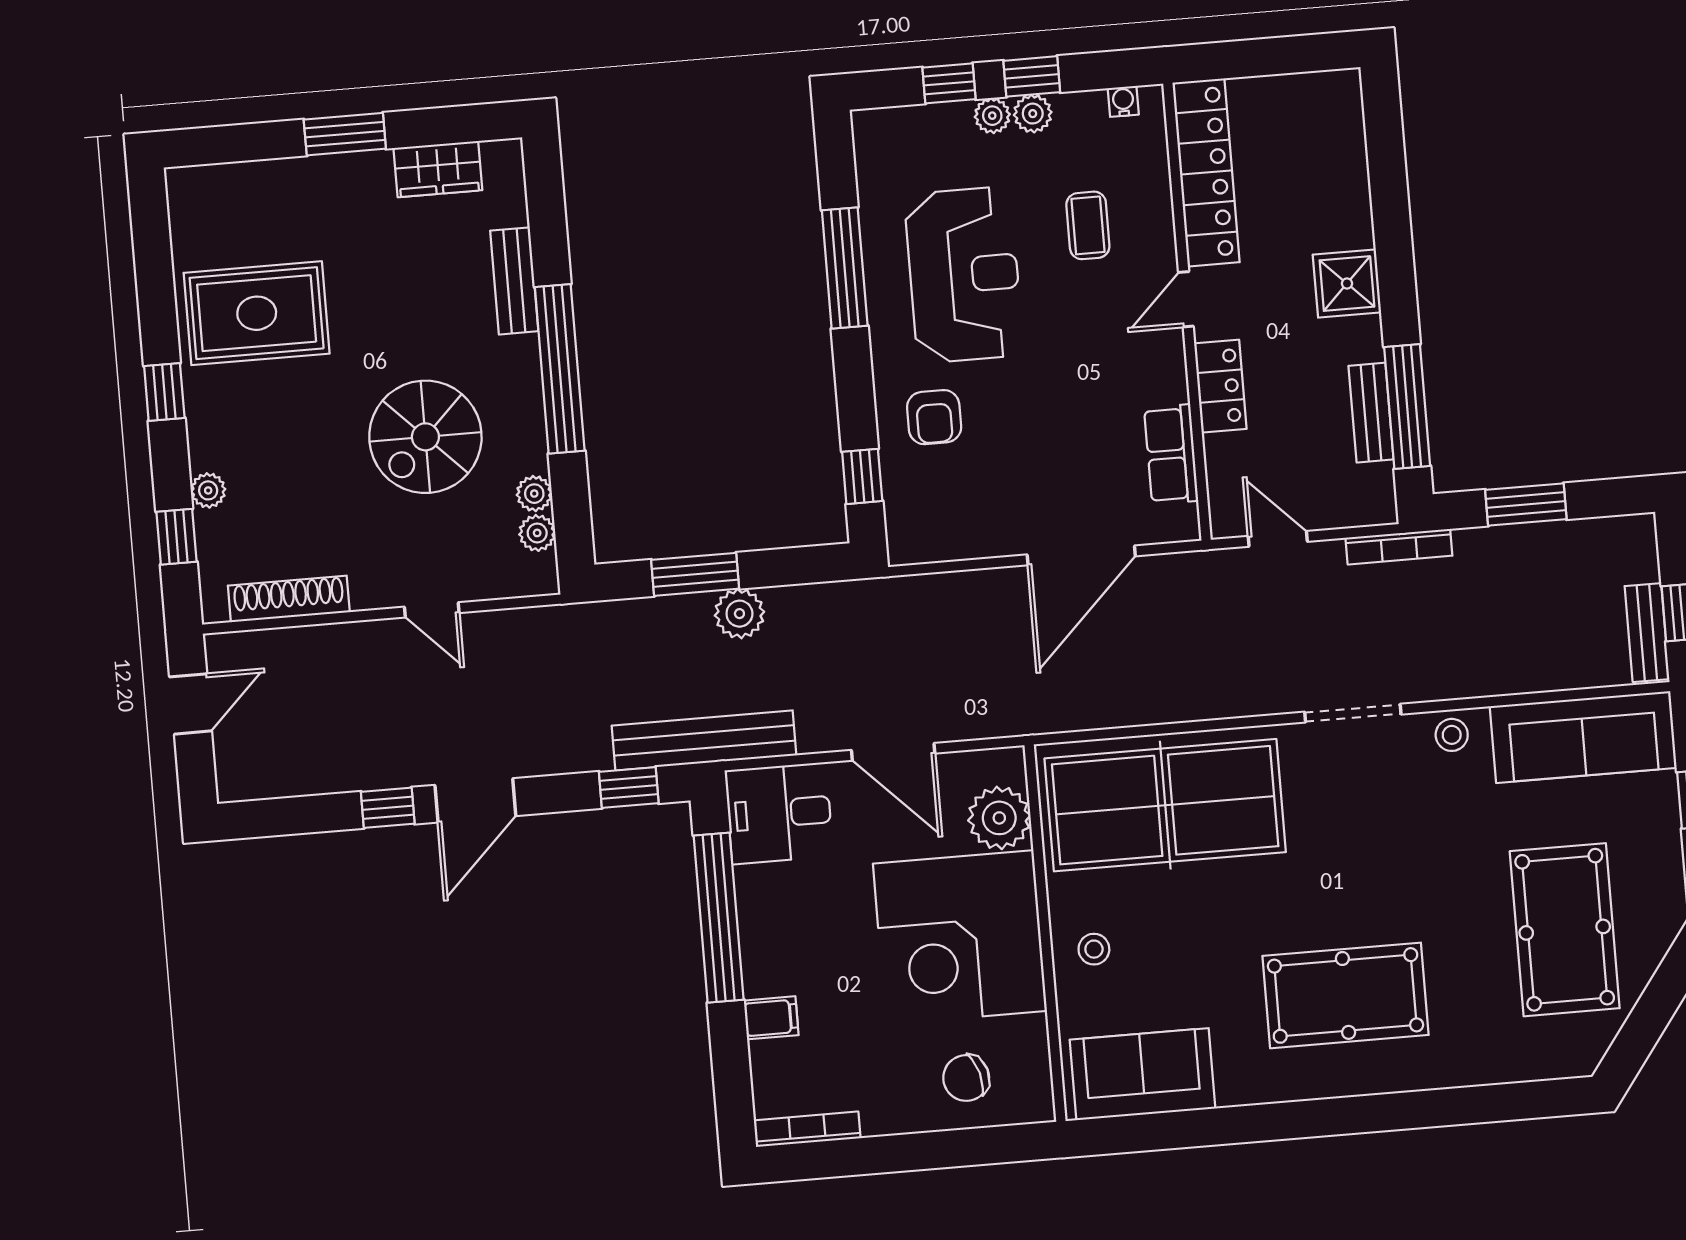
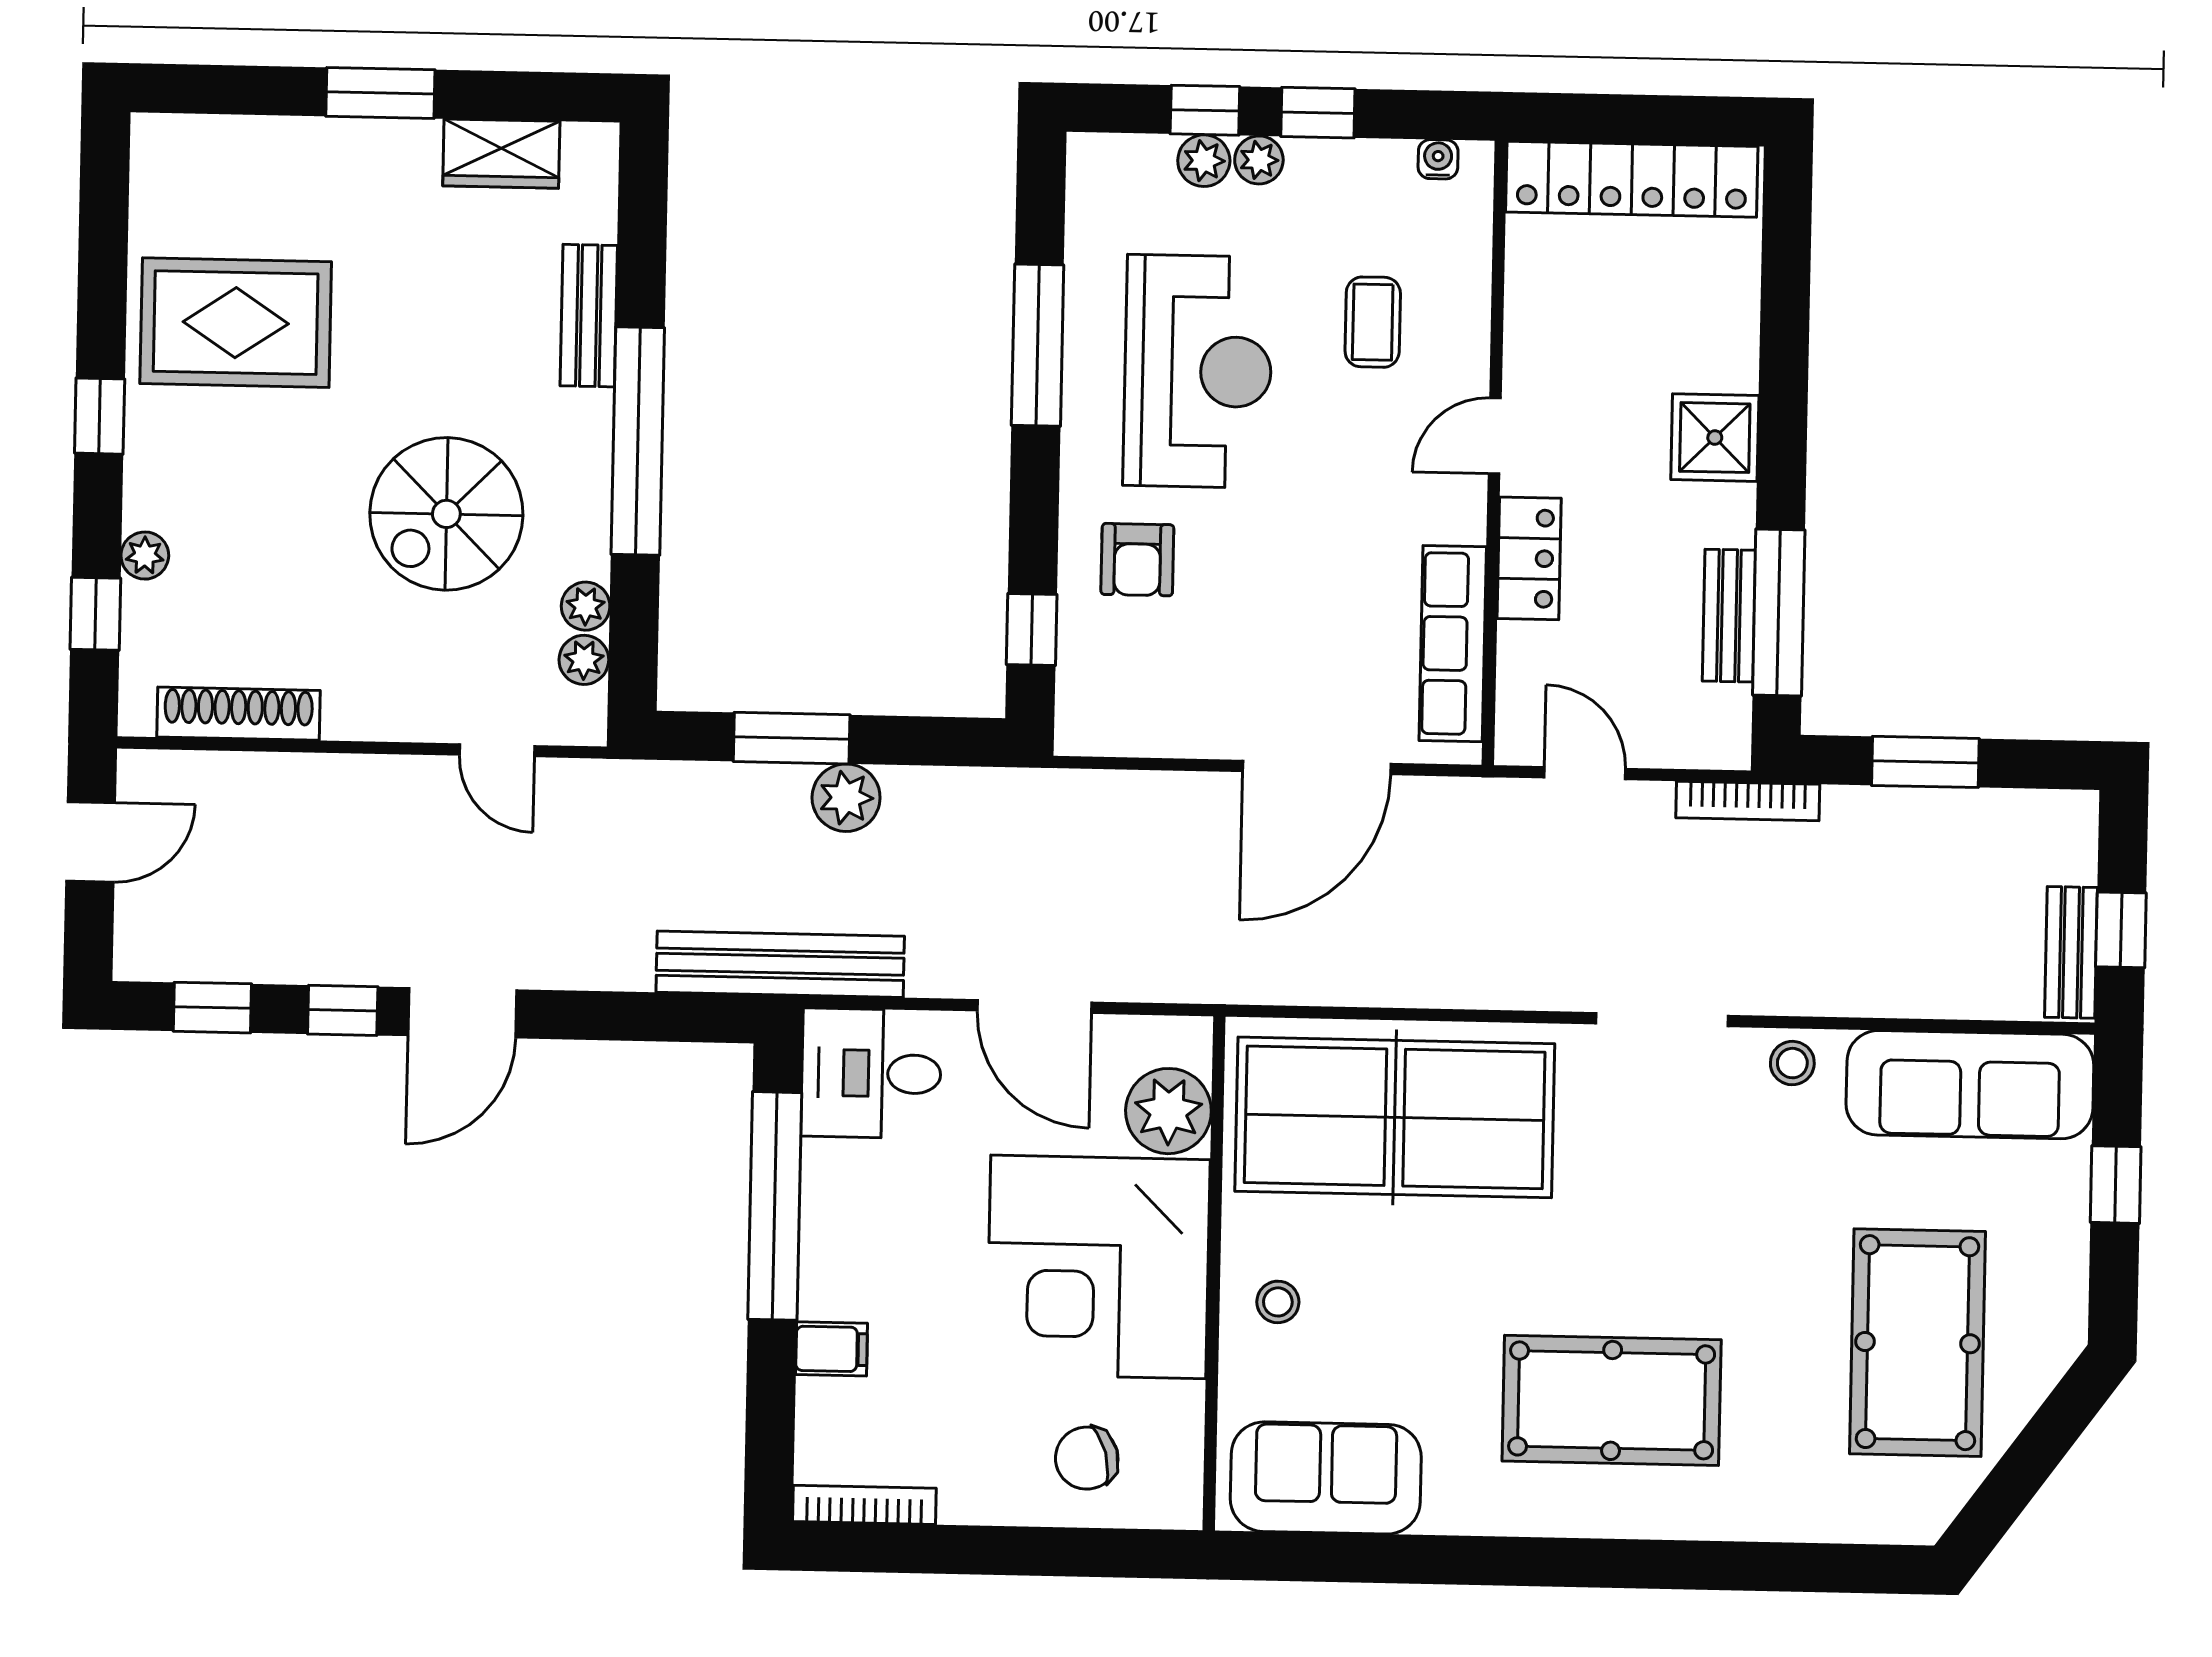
plant: (1033, 114) -> (1204, 161), moved
locker: (1206, 172) -> (1632, 179), moved, turned 90
row of seats: (1171, 454) -> (1453, 644), width x1.48
door: (432, 610) -> (497, 750), moved
window: (629, 788) -> (212, 1008), moved

